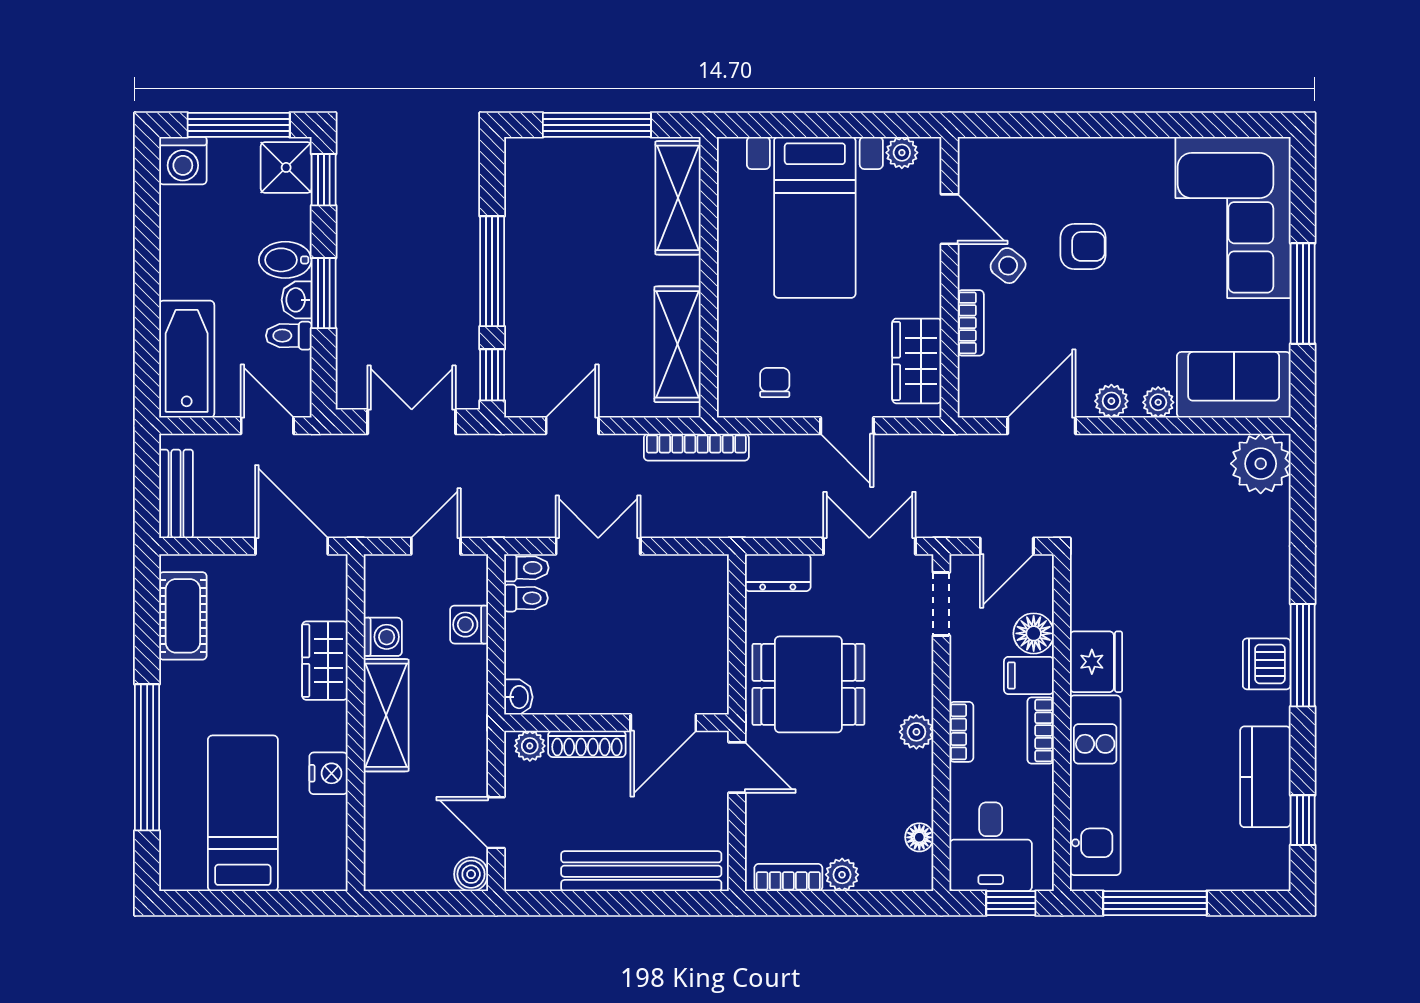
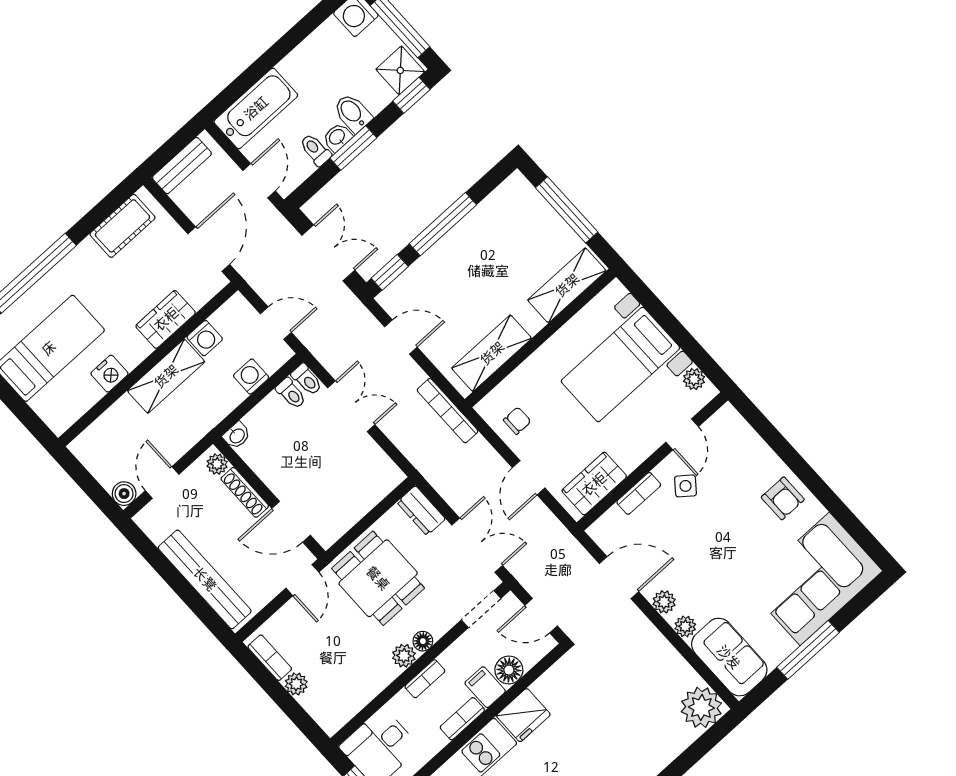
armchair: (1083, 246) -> (783, 498), moved
floor lamp: (919, 837) -> (423, 641), moved

